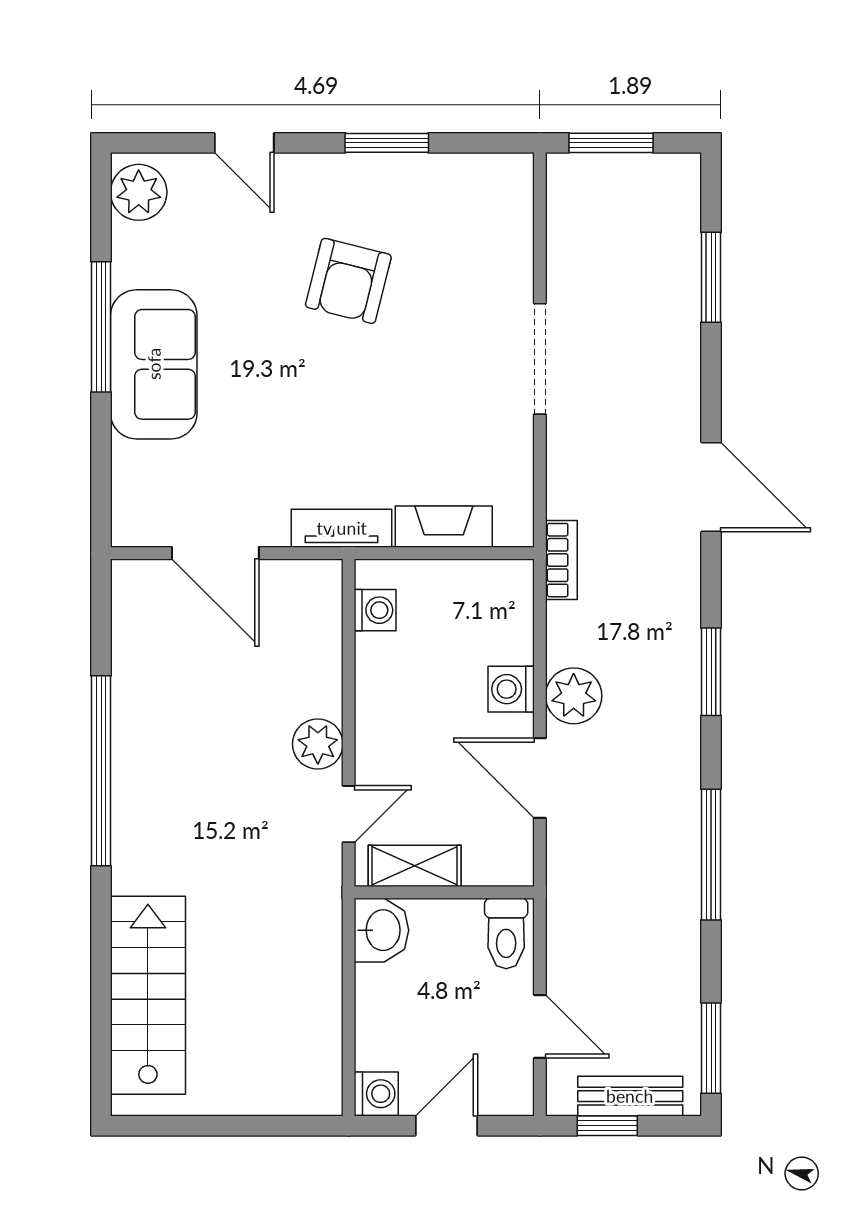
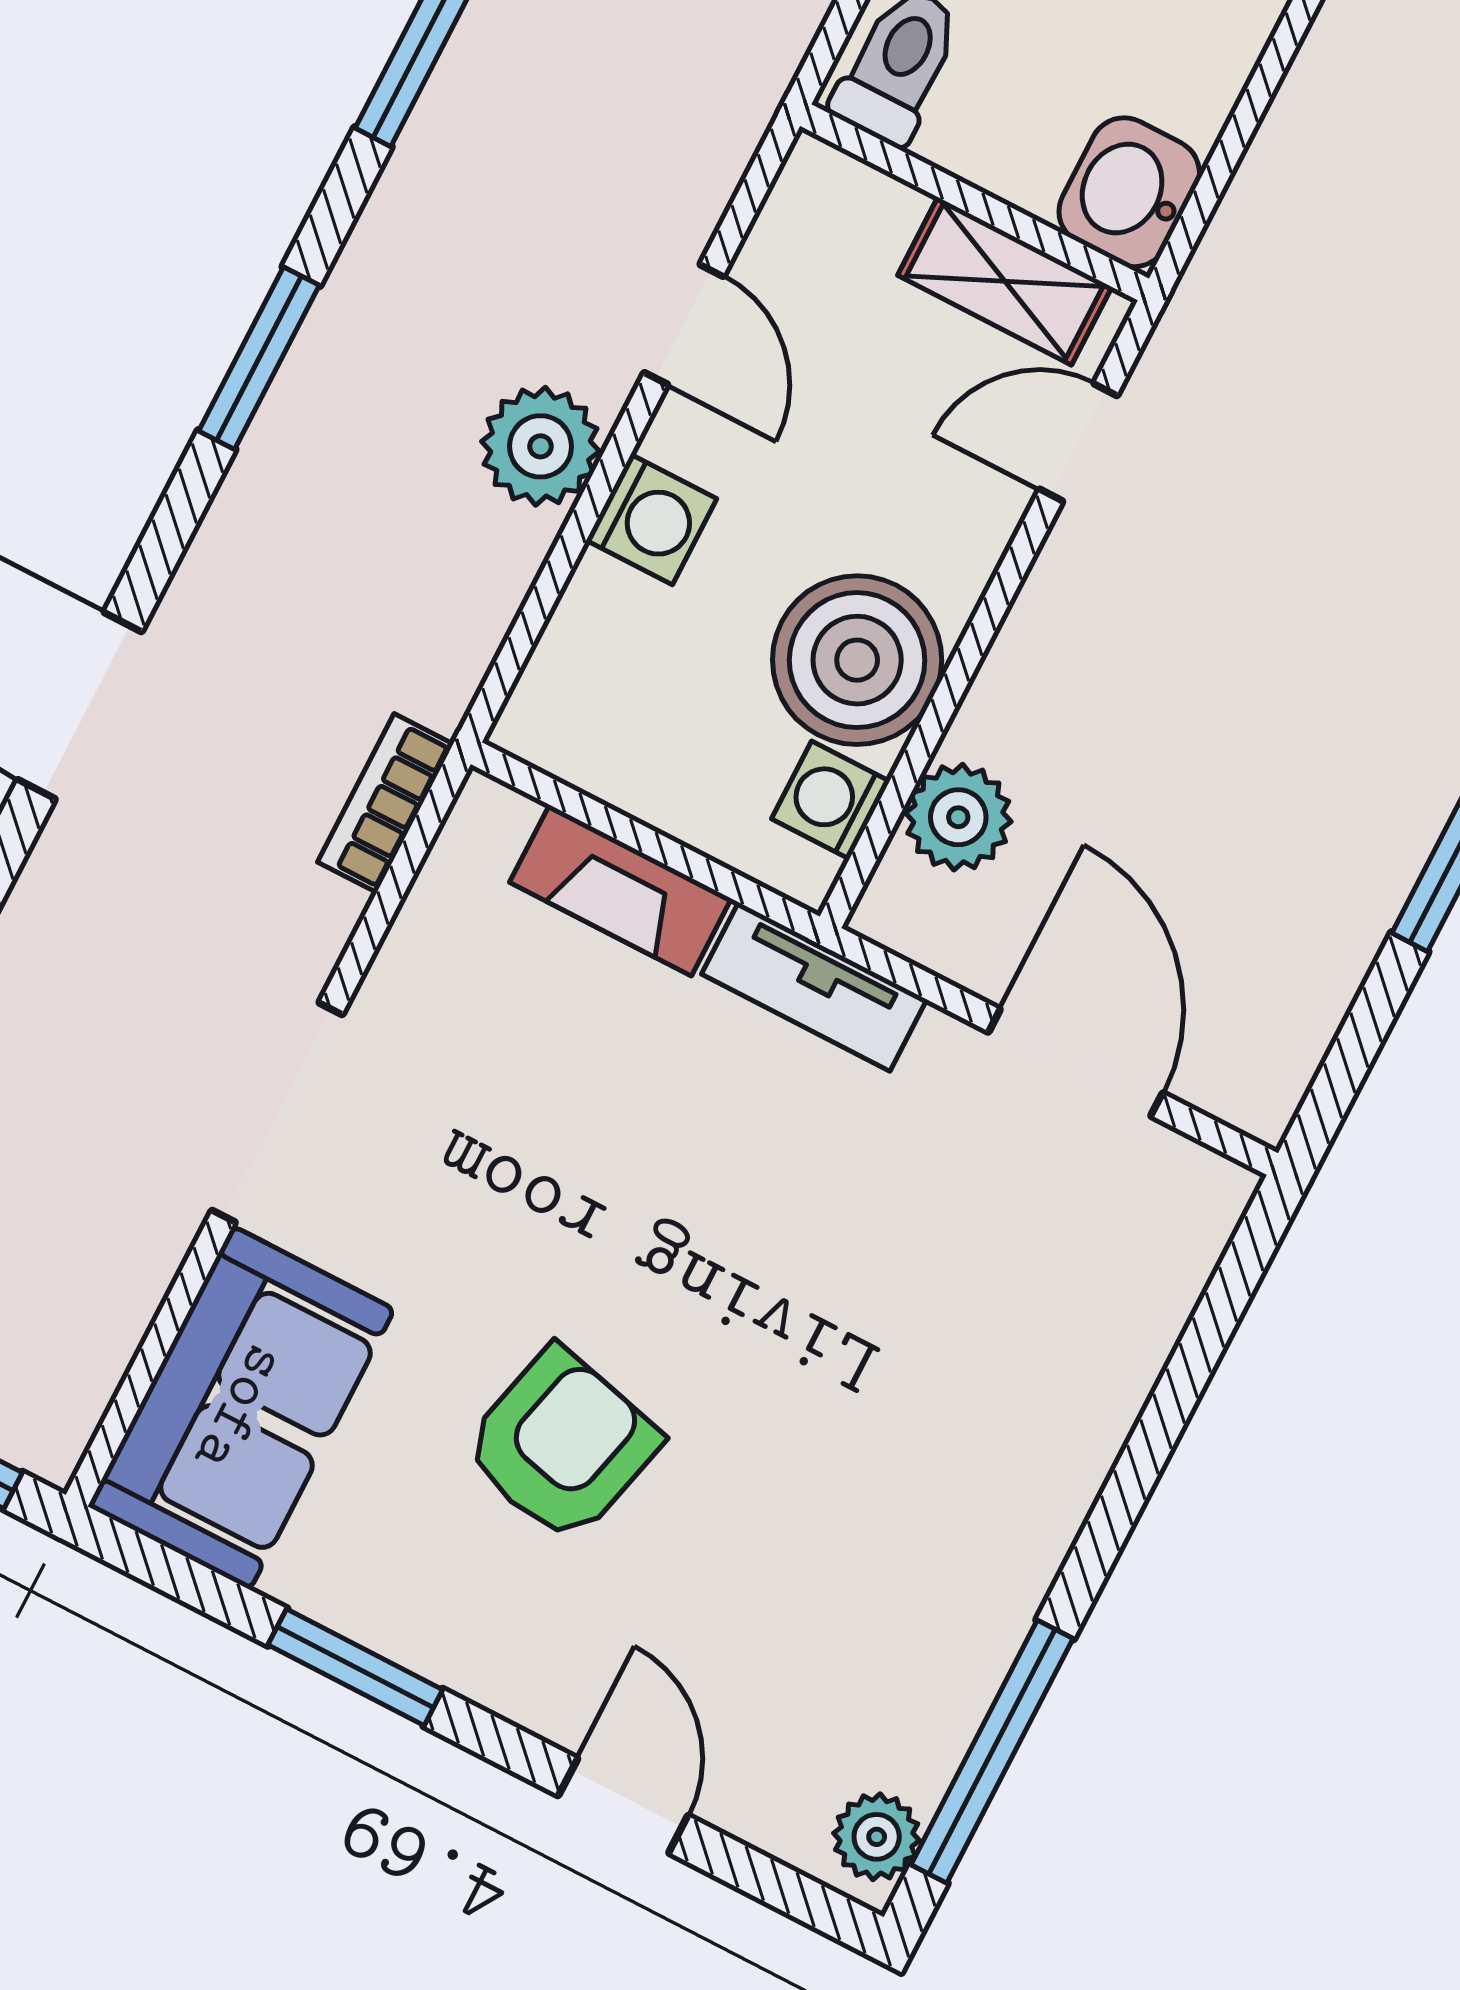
plant: (139, 192) -> (877, 1837), width x0.73, depth x0.73
window: (101, 327) -> (992, 1752), moved
sofa: (154, 364) -> (241, 1408), moved, turned 180
bookcase: (561, 560) -> (386, 803), moved
boiler: (394, 675) -> (857, 660), added
plant: (318, 744) -> (958, 817), moved
door: (540, 778) -> (684, 324), width x0.73

